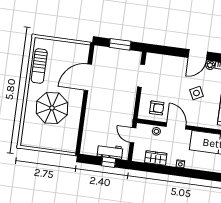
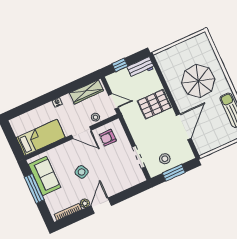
stool: (120, 61) -> (165, 159), added
pallet: (101, 111) -> (154, 104), added
workbench: (110, 152) -> (141, 67), moved
wardrobe: (156, 158) -> (86, 92), width x1.50

